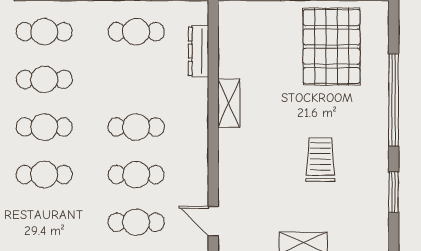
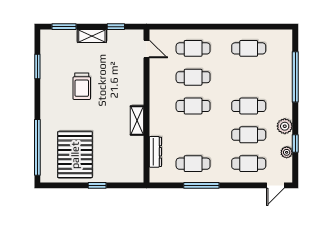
window: (394, 100) -> (37, 147), moved
cafe table: (44, 175) -> (249, 48), moved

